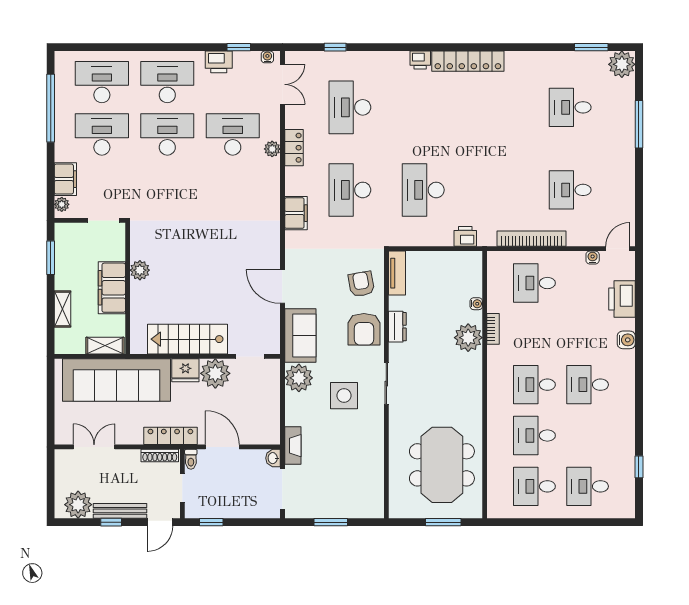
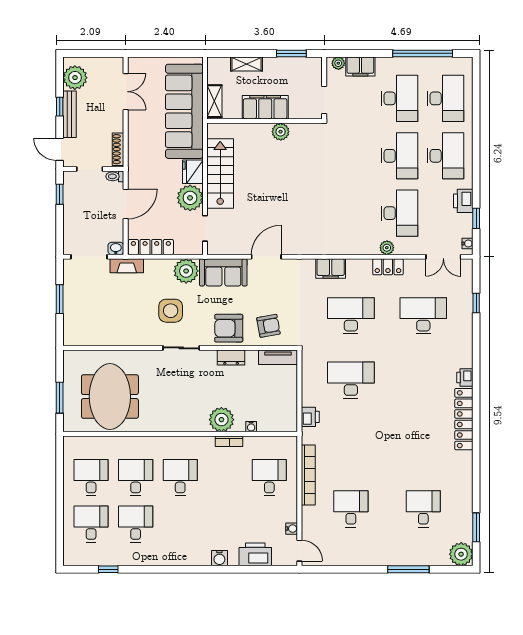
desk: (588, 385) -> (136, 524), moved
locker: (170, 436) -> (151, 247), moved, turned -90
meeting table: (442, 465) -> (110, 397), turned 90

